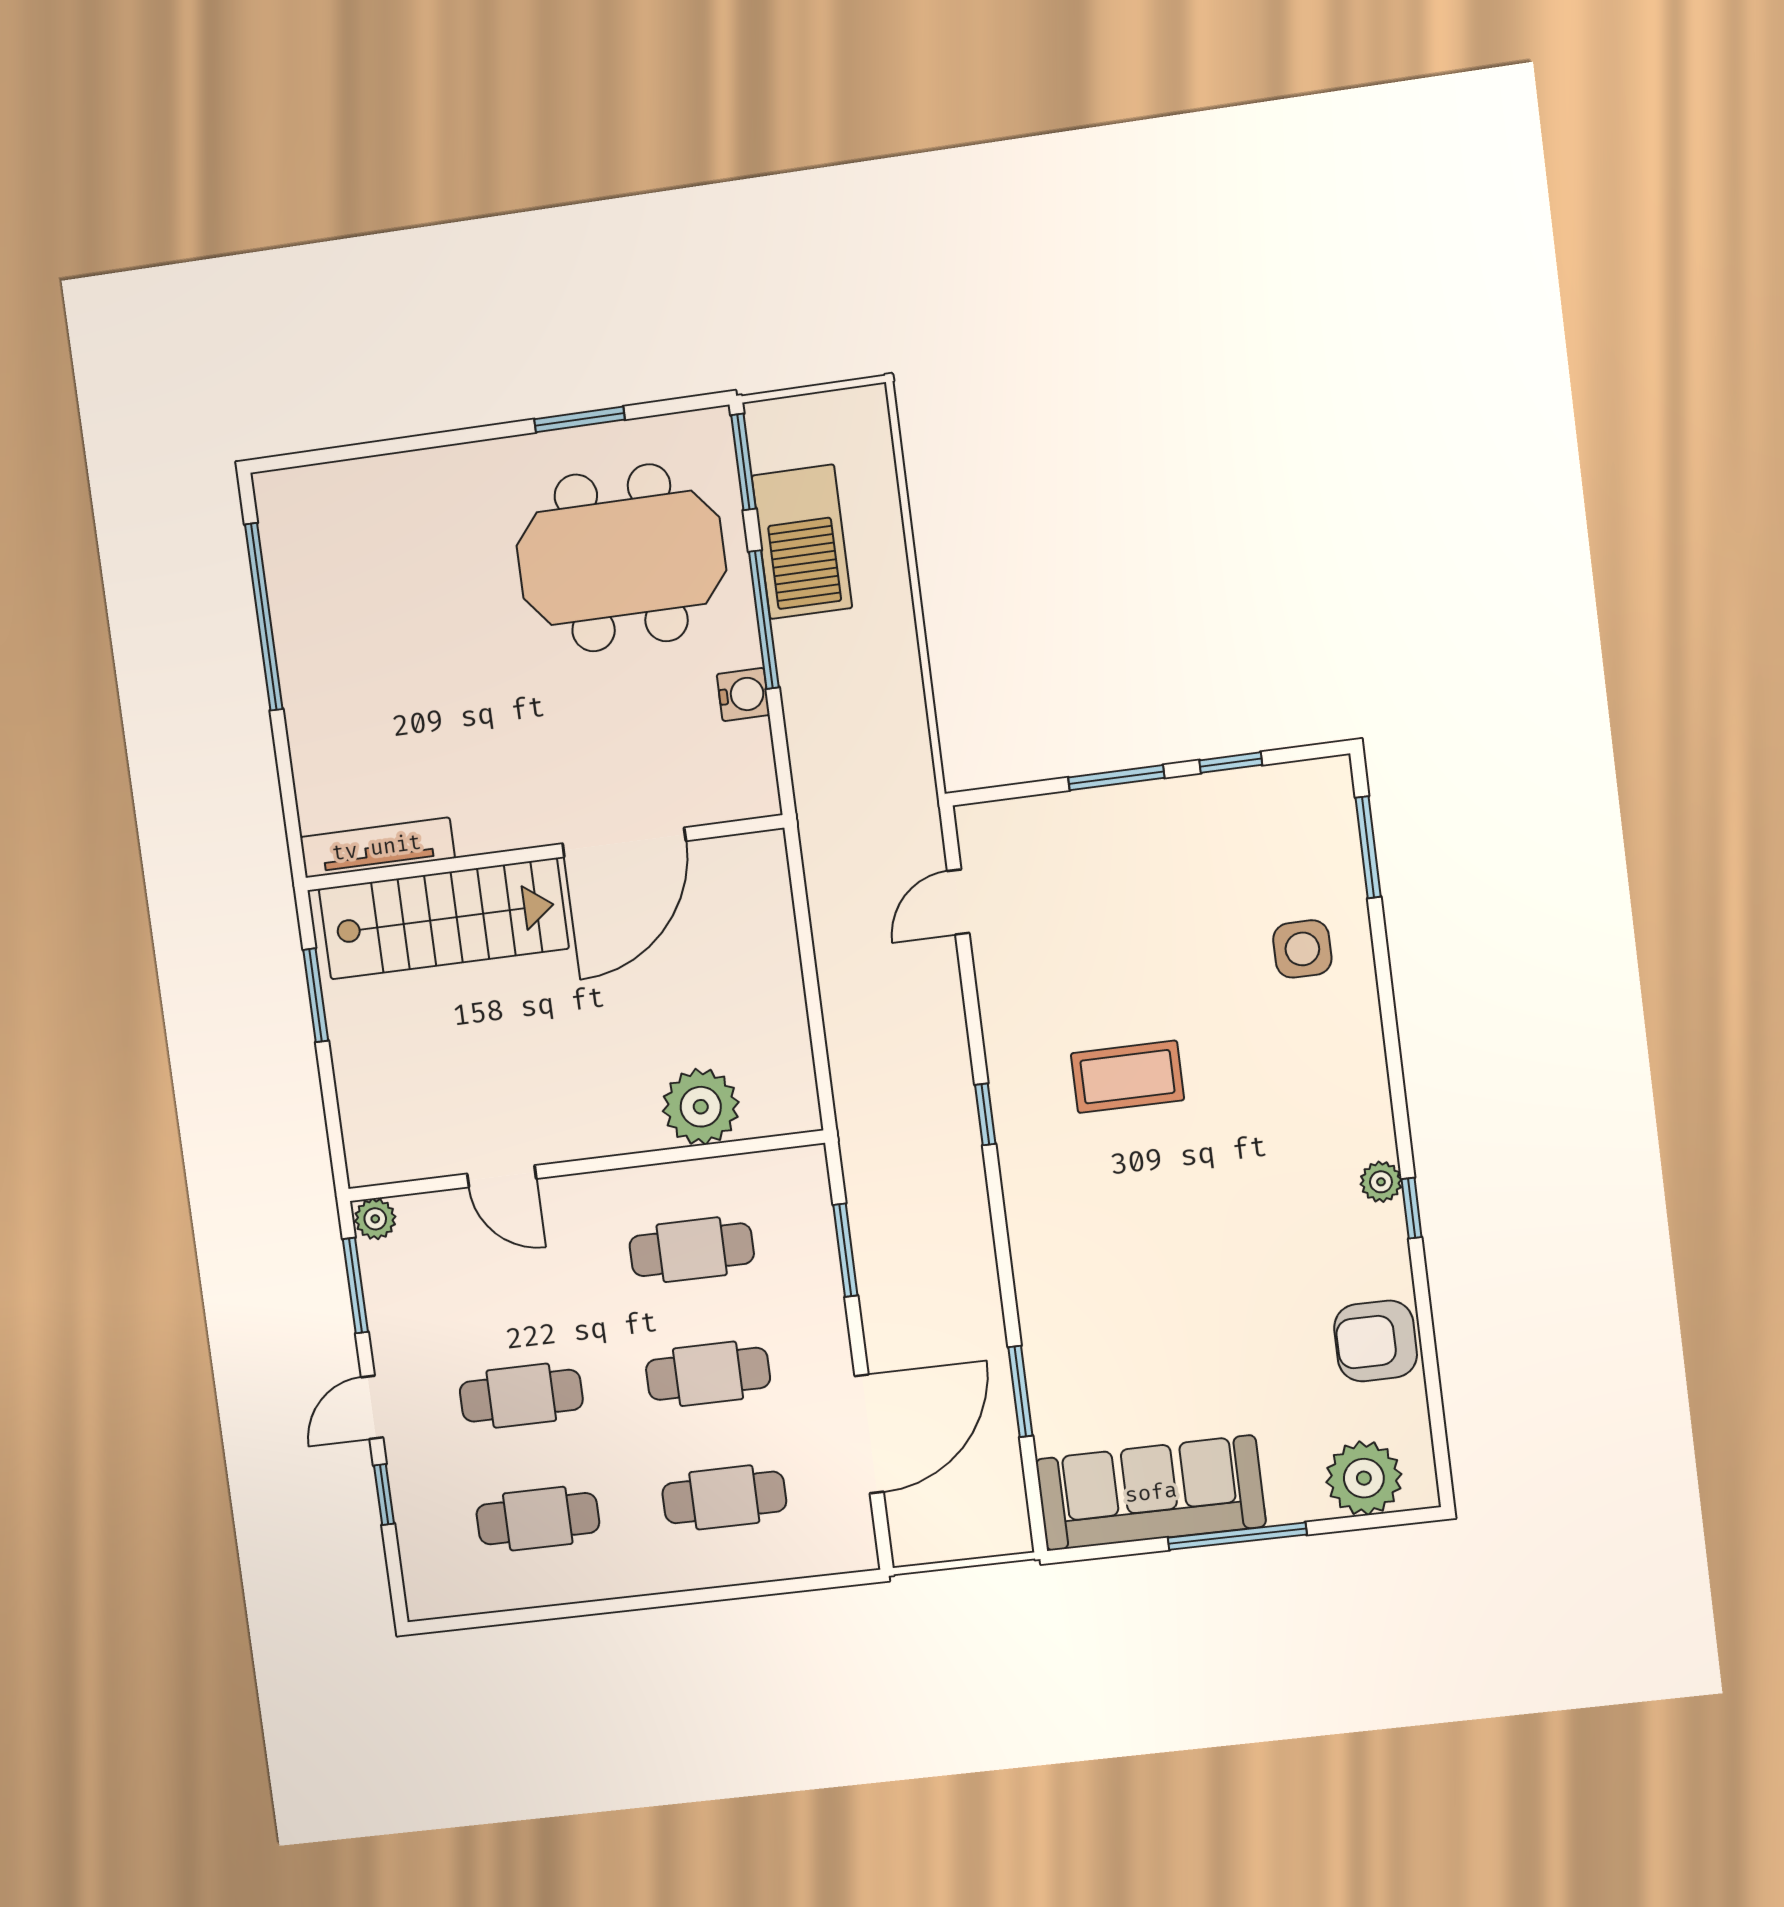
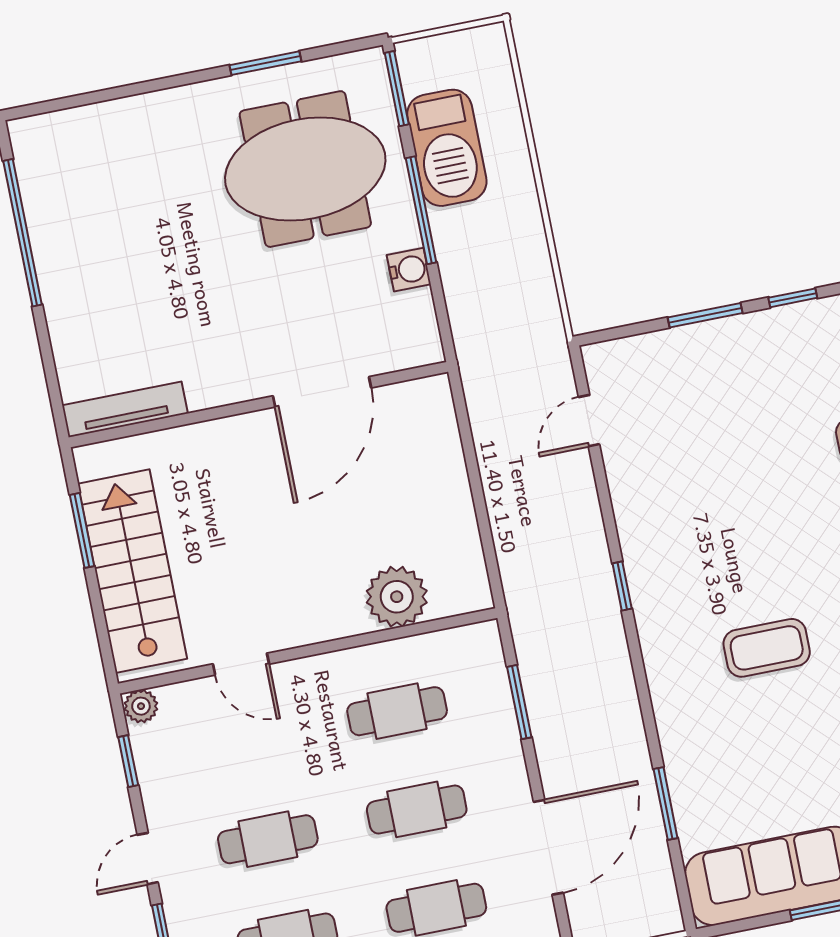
stairs: (444, 919) -> (132, 571), moved, turned -90
coffee table: (1127, 1077) -> (767, 648), moved
window: (355, 1286) -> (128, 761), width x0.67

